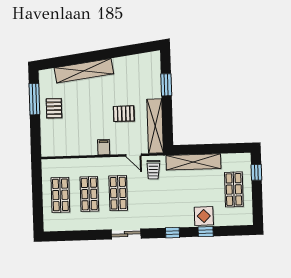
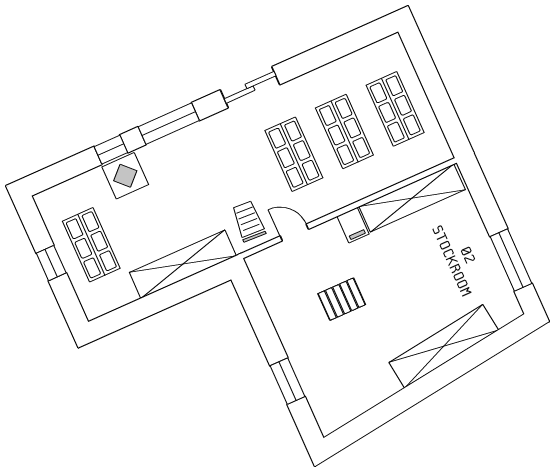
pallet: (54, 108) -> (469, 258), removed
shelving: (155, 126) -> (412, 198), moved, turned 90
window: (256, 172) -> (51, 263), moved
window: (173, 233) -> (169, 124), width x2.17

